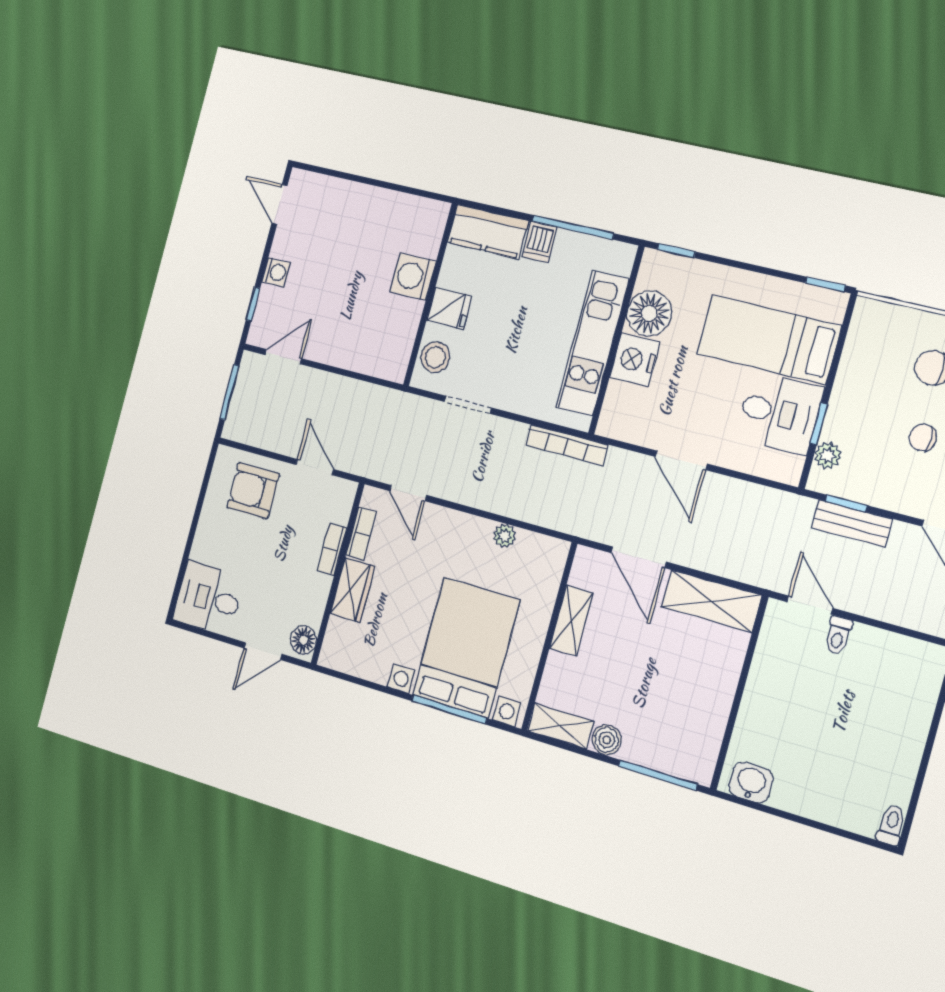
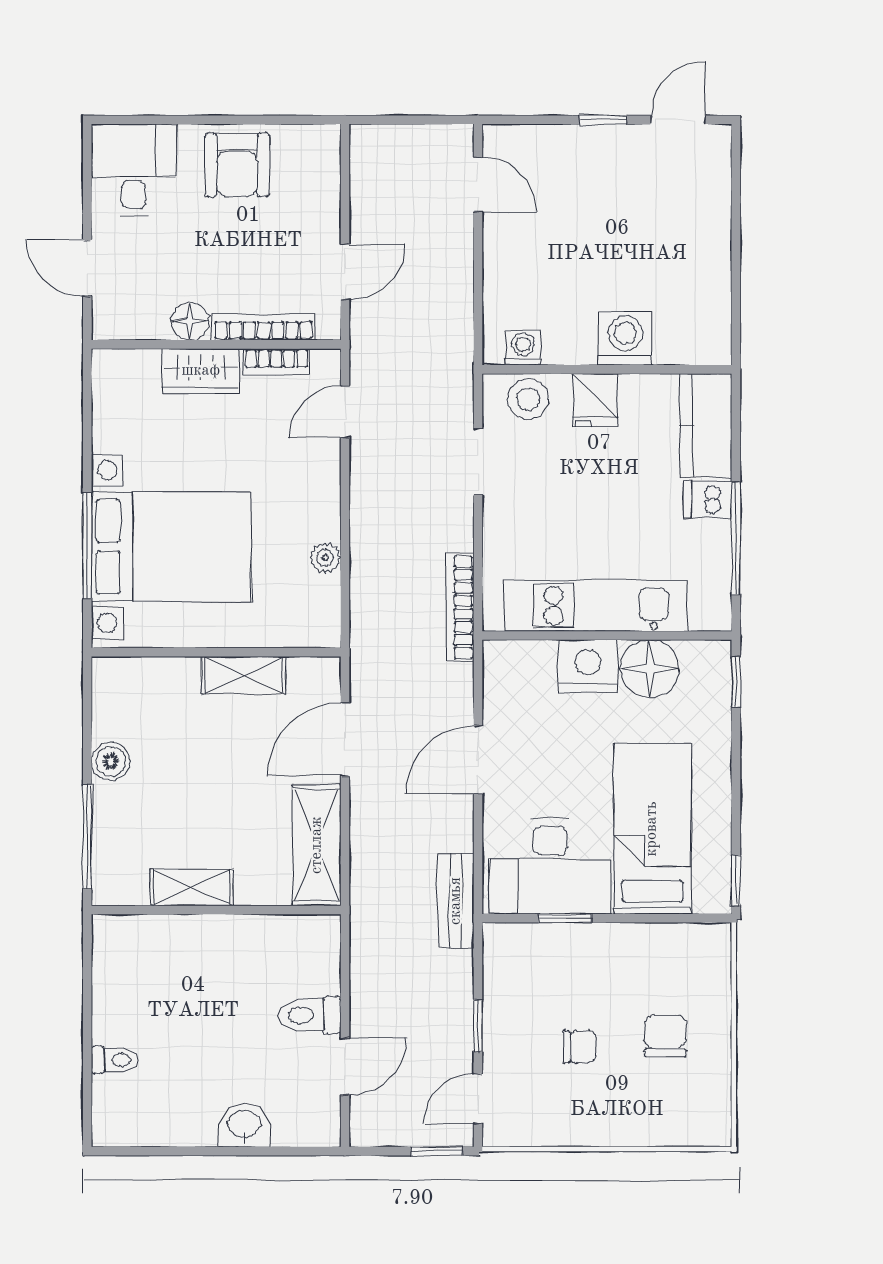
washing machine: (276, 272) -> (523, 348), moved, turned 180
window: (253, 304) -> (603, 120), moved
window: (229, 392) -> (412, 120), removed
desk: (779, 413) -> (550, 866), width x1.37
chair: (923, 438) -> (580, 1047), turned 90
plant: (828, 455) -> (530, 939), removed
armchair: (253, 491) -> (237, 165), moved, turned 180
window: (846, 503) -> (478, 1026), moved
bench: (852, 523) -> (456, 901), moved
bookcase: (332, 549) -> (264, 327), width x1.56
door: (810, 605) -> (345, 1066), moved
toilet: (838, 635) -> (310, 1015), width x1.37, depth x1.39
floor lamp: (303, 640) -> (190, 321), moved
shelving: (560, 726) -> (192, 887), moved, turned 90
washbasin: (751, 783) -> (244, 1125), moved, turned -90
toilet: (891, 825) -> (115, 1060), moved

